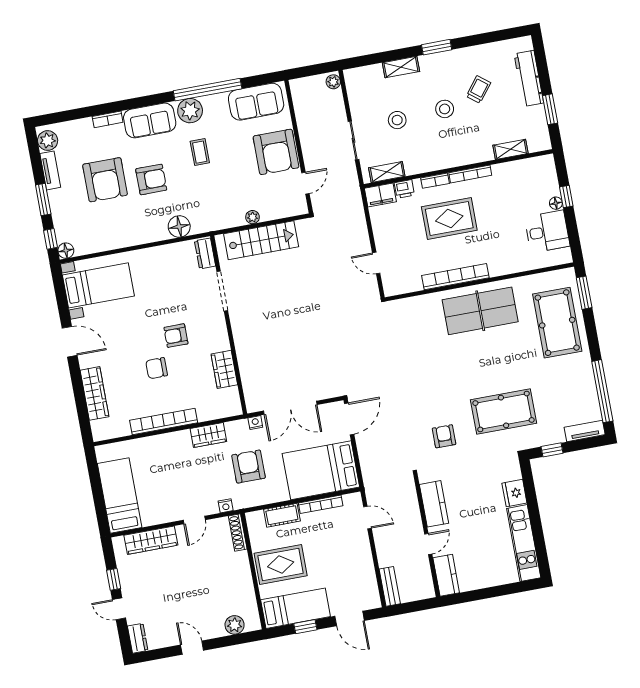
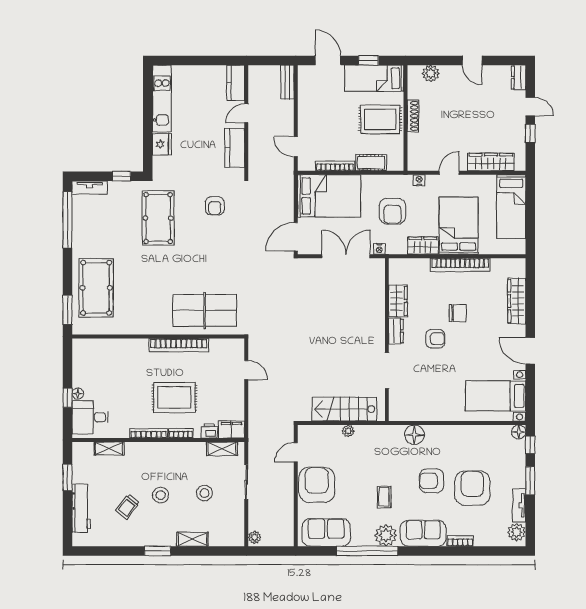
desk: (547, 231) -> (90, 417), moved
dresser: (205, 253) -> (396, 331), moved
table tennis table: (480, 311) -> (205, 310), moved
pool table: (504, 412) -> (158, 218), turned 90
bed: (173, 464) -> (459, 226), added
shoe rack: (238, 533) -> (413, 116), moved

